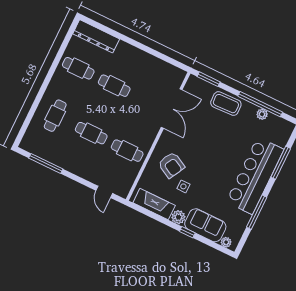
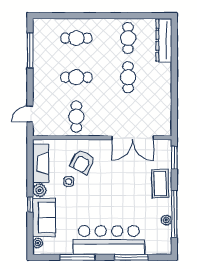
cafe table: (91, 133) -> (76, 77), turned 90

